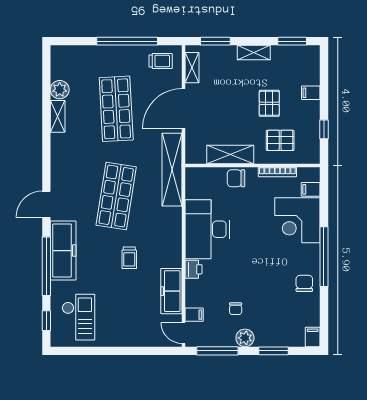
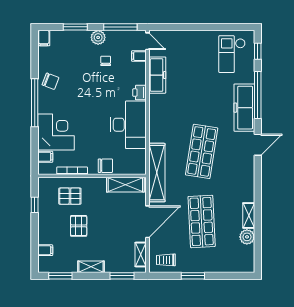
window: (127, 41) -> (193, 276), width x0.47
filing cabinet: (311, 93) -> (45, 250), moved
shelving: (230, 155) -> (125, 185), moved
trolley: (129, 258) -> (191, 102), removed
chair: (304, 283) -> (50, 81), turned -69

